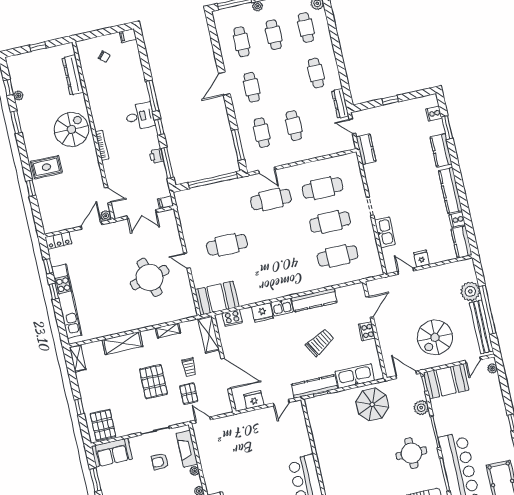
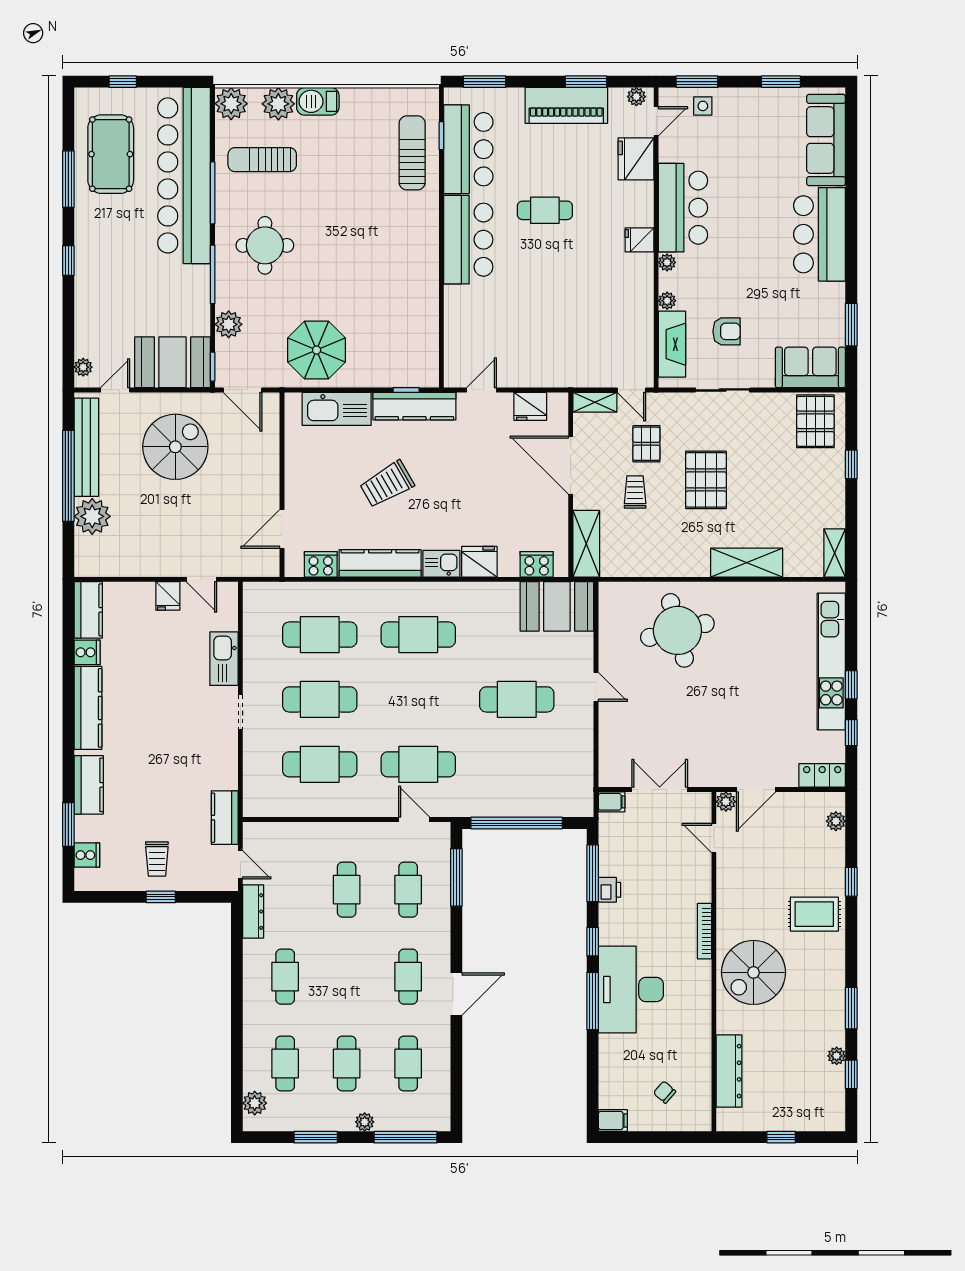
desk: (140, 116) -> (631, 989), width x1.87, depth x1.30
trolley: (397, 120) -> (157, 859), added
plant: (46, 218) -> (836, 821), added
cafe table: (286, 267) -> (418, 635), added
round table: (150, 277) -> (677, 630), moved
shelving: (168, 331) -> (595, 402), moved
cooker: (367, 331) -> (321, 564), moved, turned -90

